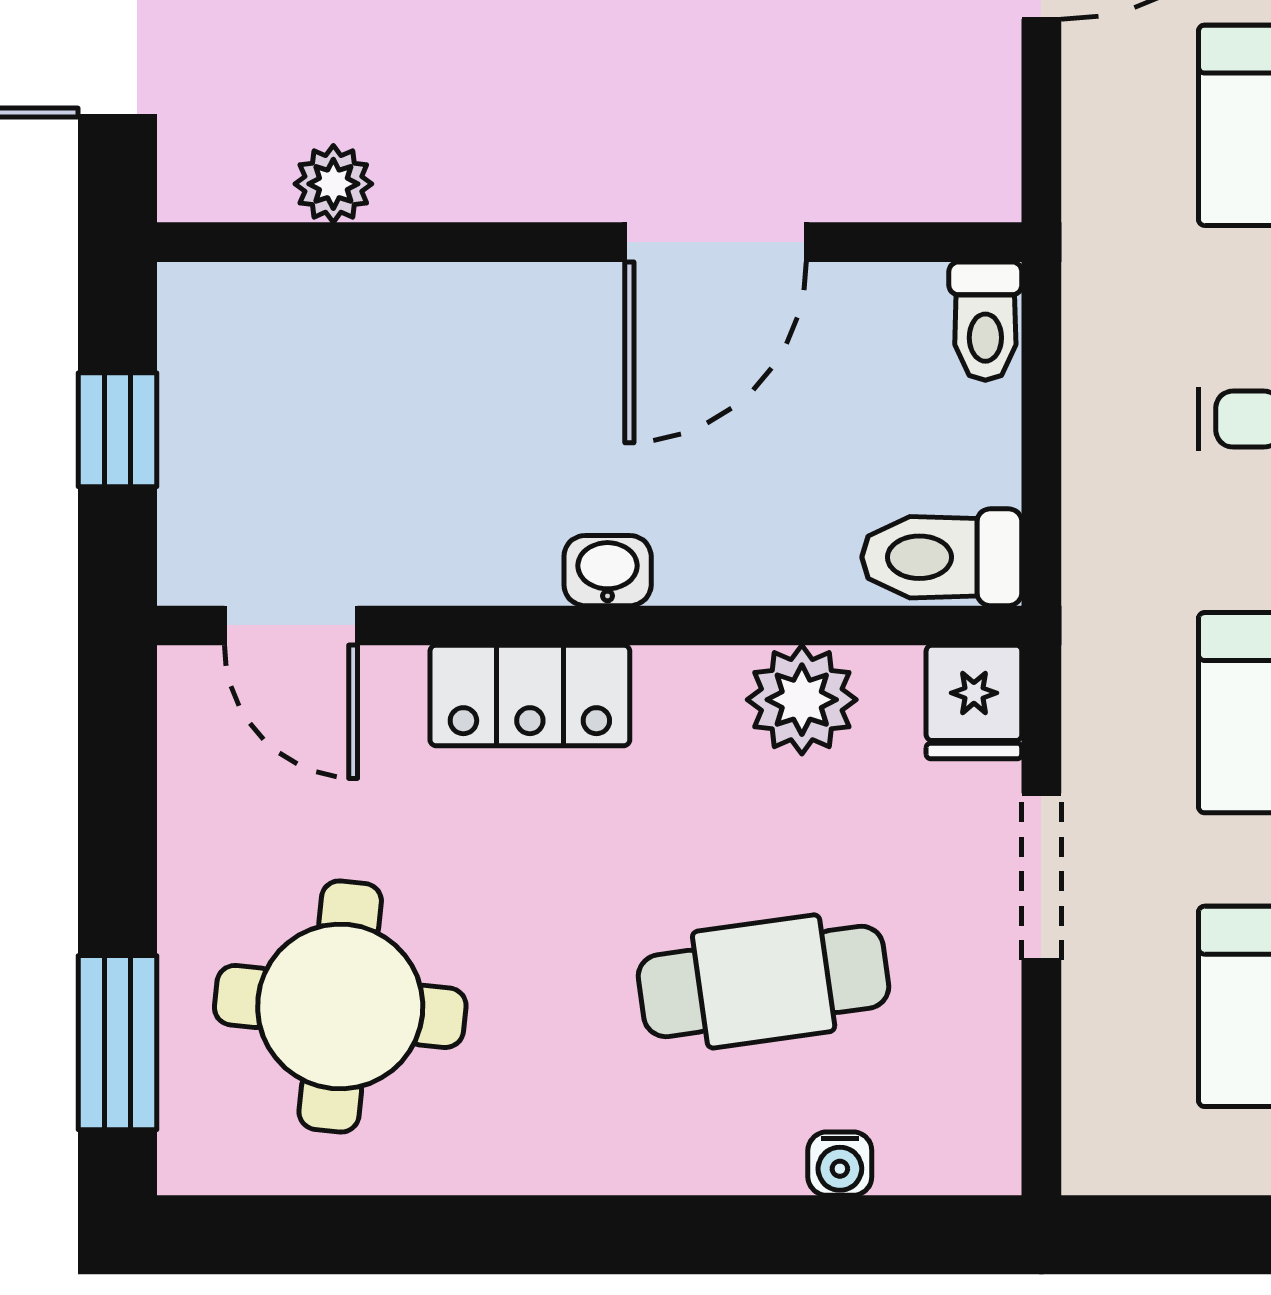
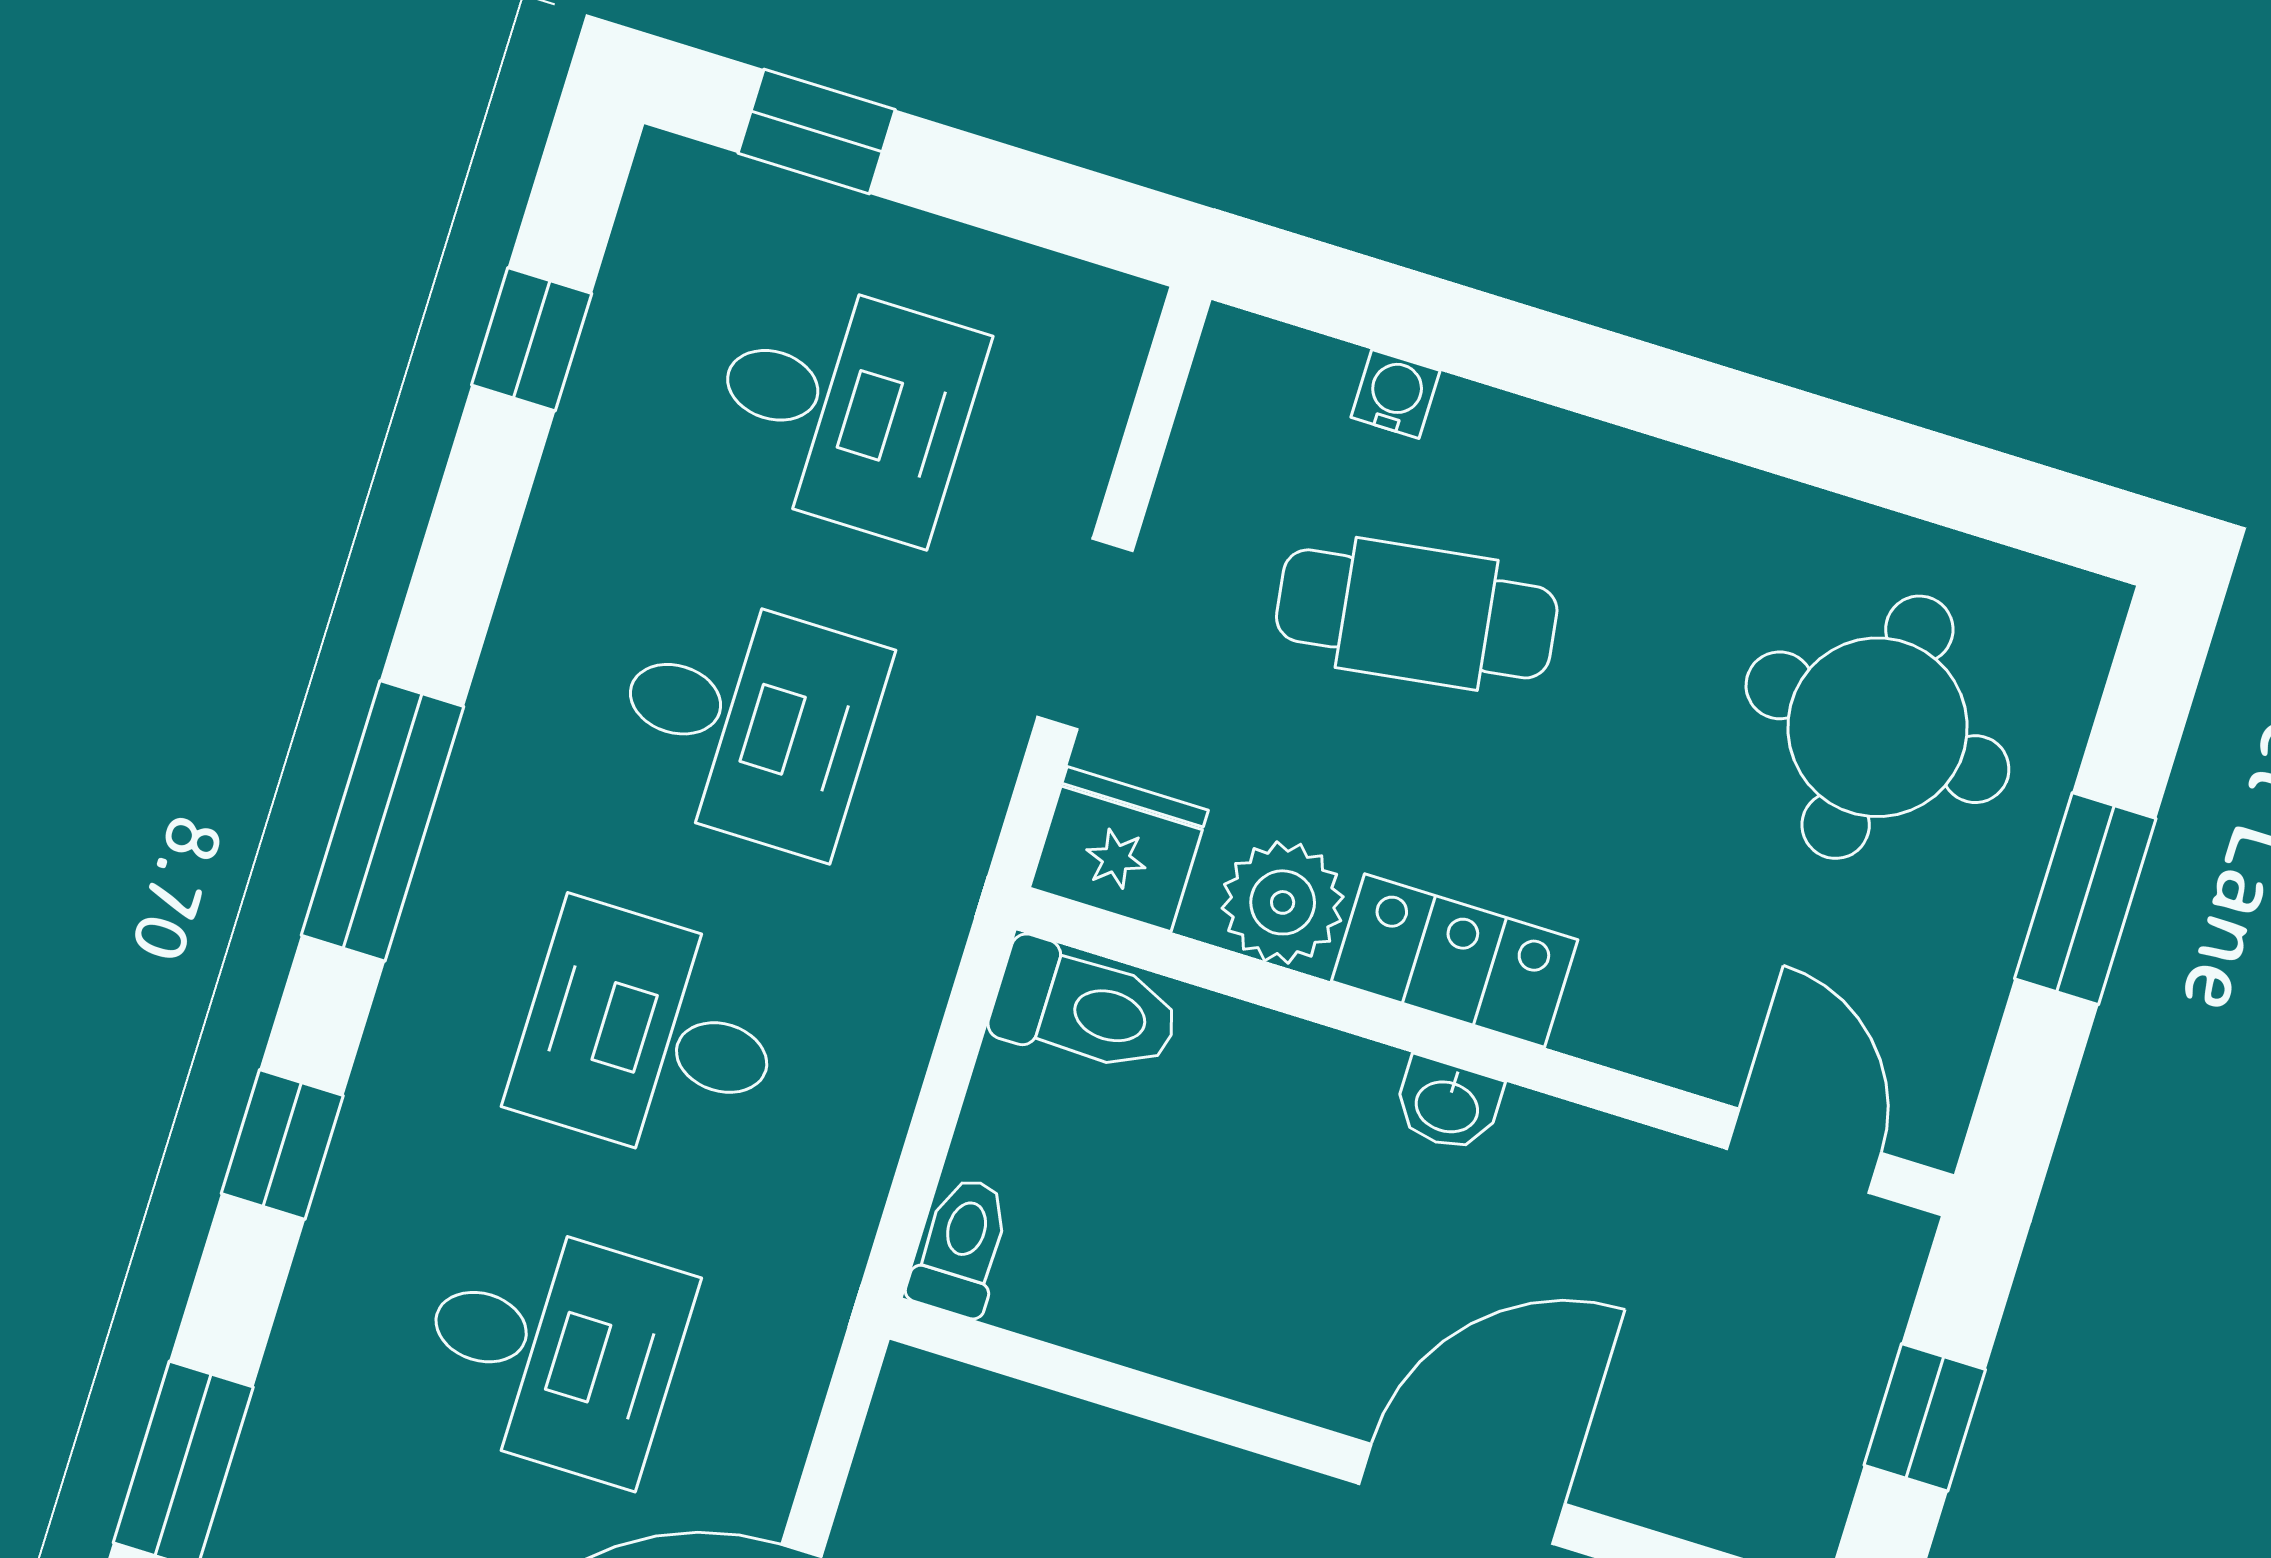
door: (716, 242) -> (1462, 1494), moved
locker: (530, 695) -> (1455, 961), moved
fridge: (974, 702) -> (1119, 849), width x1.38
window: (117, 1043) -> (2085, 899), moved

